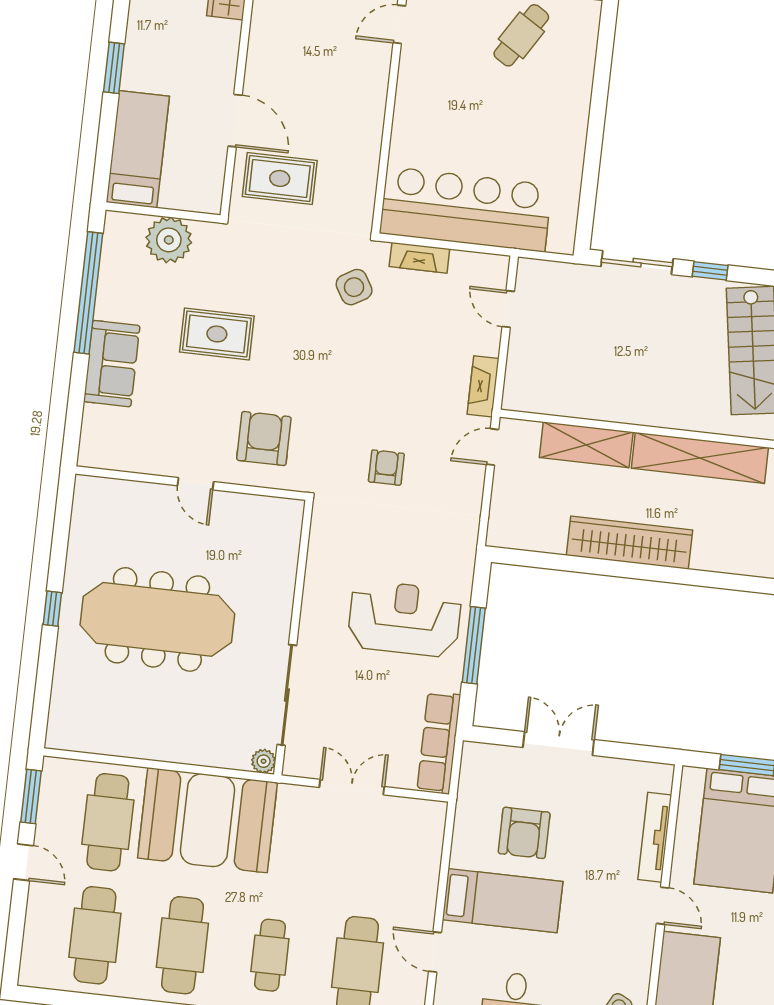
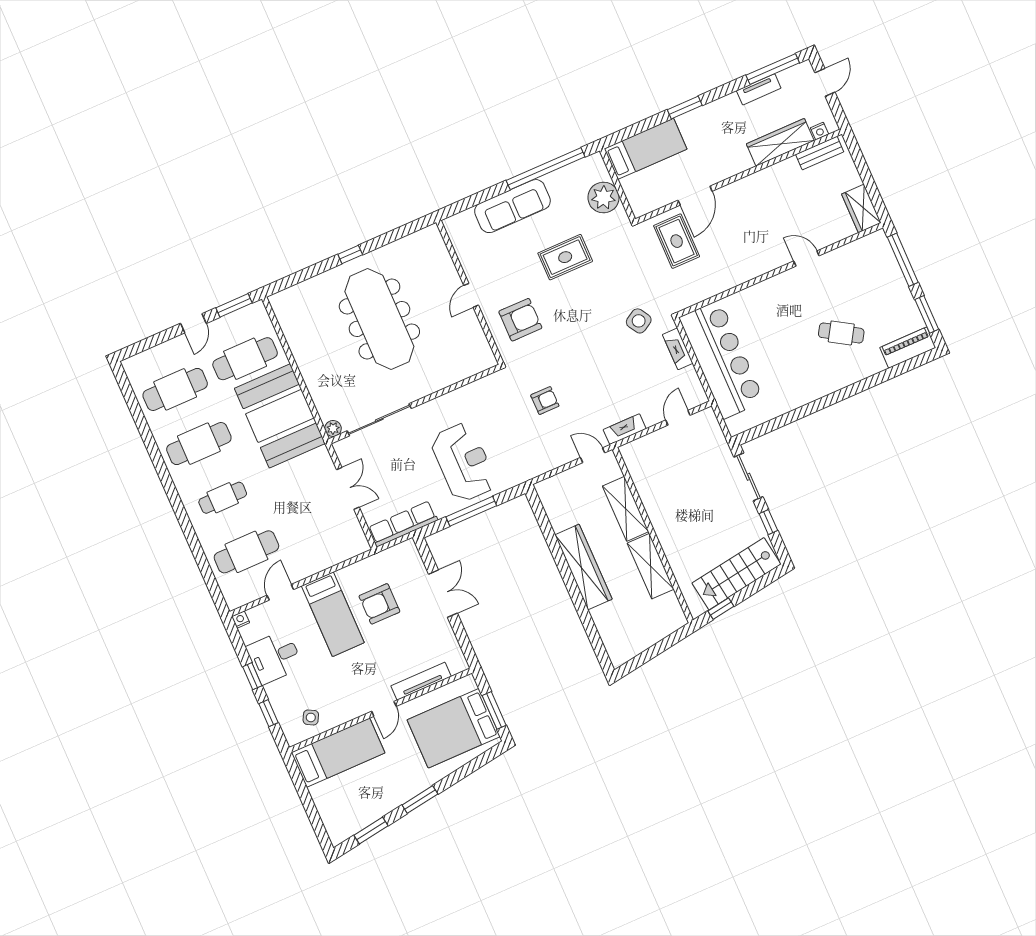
rug: (217, 334) -> (565, 257), turned 90
sofa: (112, 364) -> (512, 206), width x1.36
shelving: (700, 458) -> (651, 566), width x0.68

